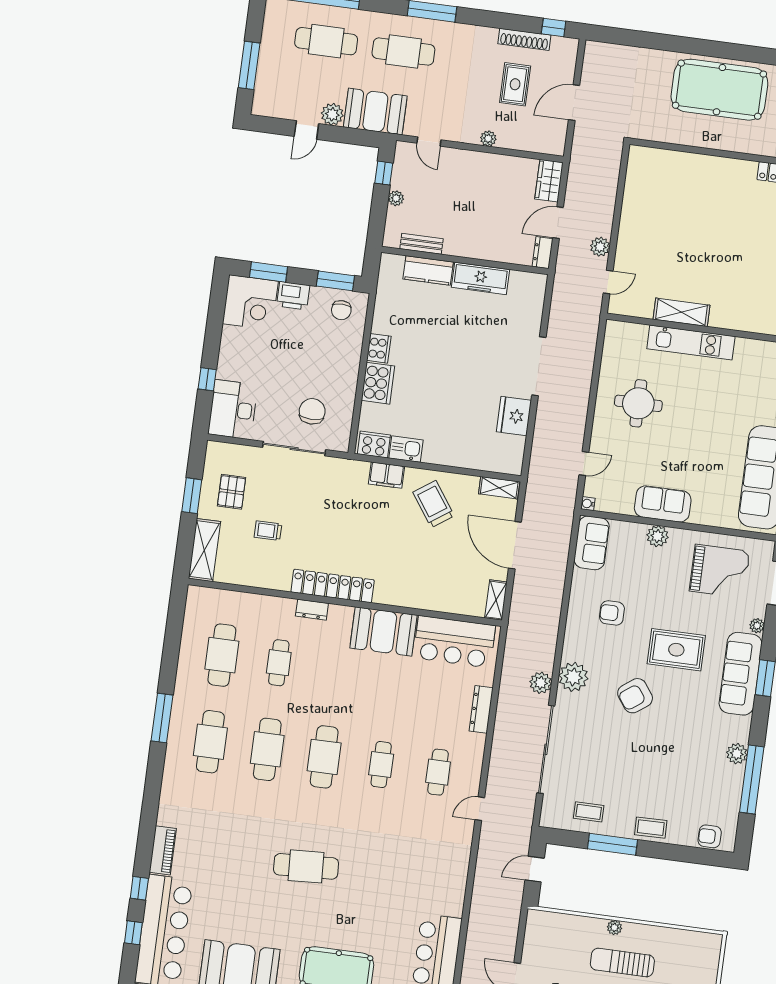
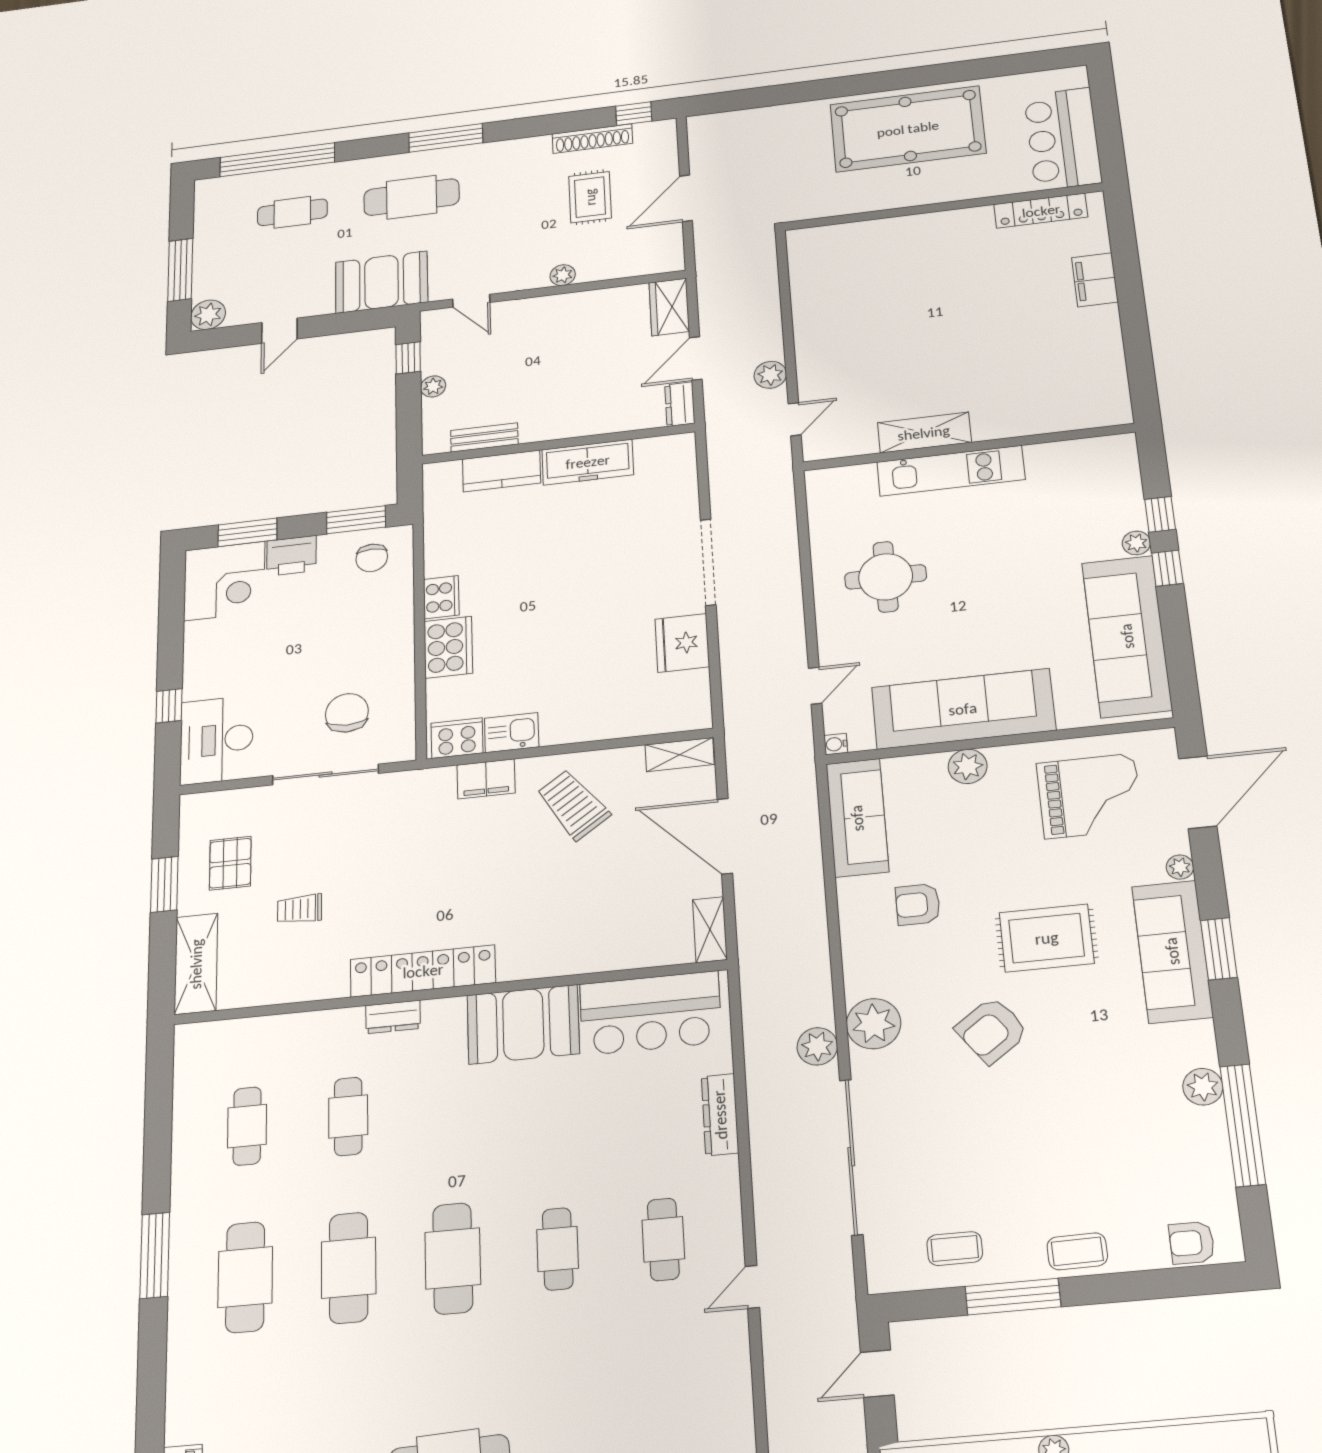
cafe table: (326, 41) -> (292, 212), width x0.73, depth x0.74
plant: (332, 114) -> (208, 315), moved
sofa: (663, 504) -> (963, 709), width x1.85, depth x1.27
sofa: (592, 543) -> (857, 818), width x1.36
cafe table: (222, 655) -> (247, 1126), width x0.73, depth x0.74

